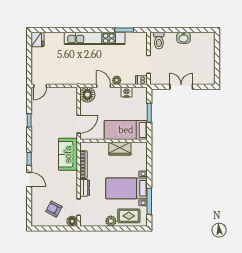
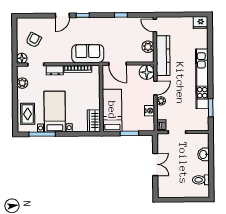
washbasin: (184, 38) -> (203, 154), moved
toilet: (159, 41) -> (201, 180), moved
kitchen counter: (71, 78) -> (163, 56), added
plant: (62, 93) -> (148, 47), added
wardrobe: (120, 149) -> (94, 121), moved
plant: (111, 221) -> (22, 83), moved

